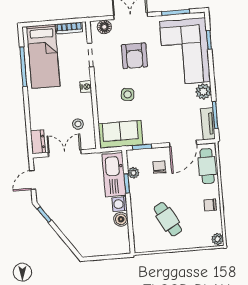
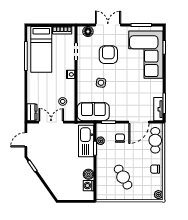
armchair: (134, 56) -> (108, 55), turned 180
plant: (203, 91) -> (157, 85), removed
washing machine: (120, 204) -> (88, 186), moved

